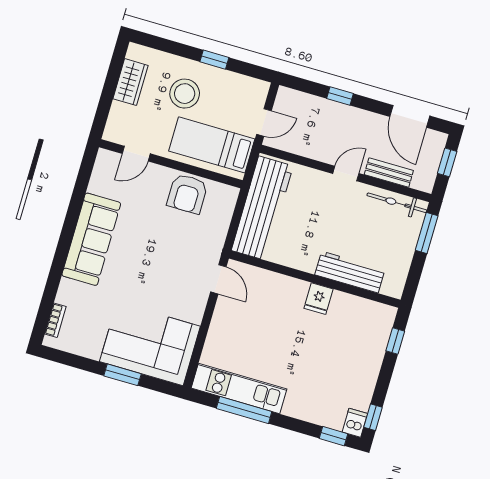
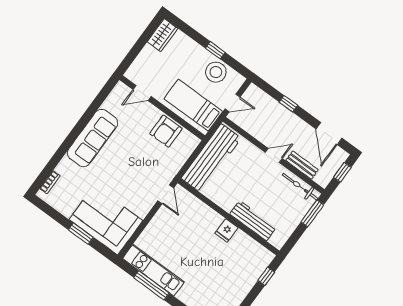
wardrobe: (130, 82) -> (163, 35), moved
stool: (185, 94) -> (216, 72), moved

